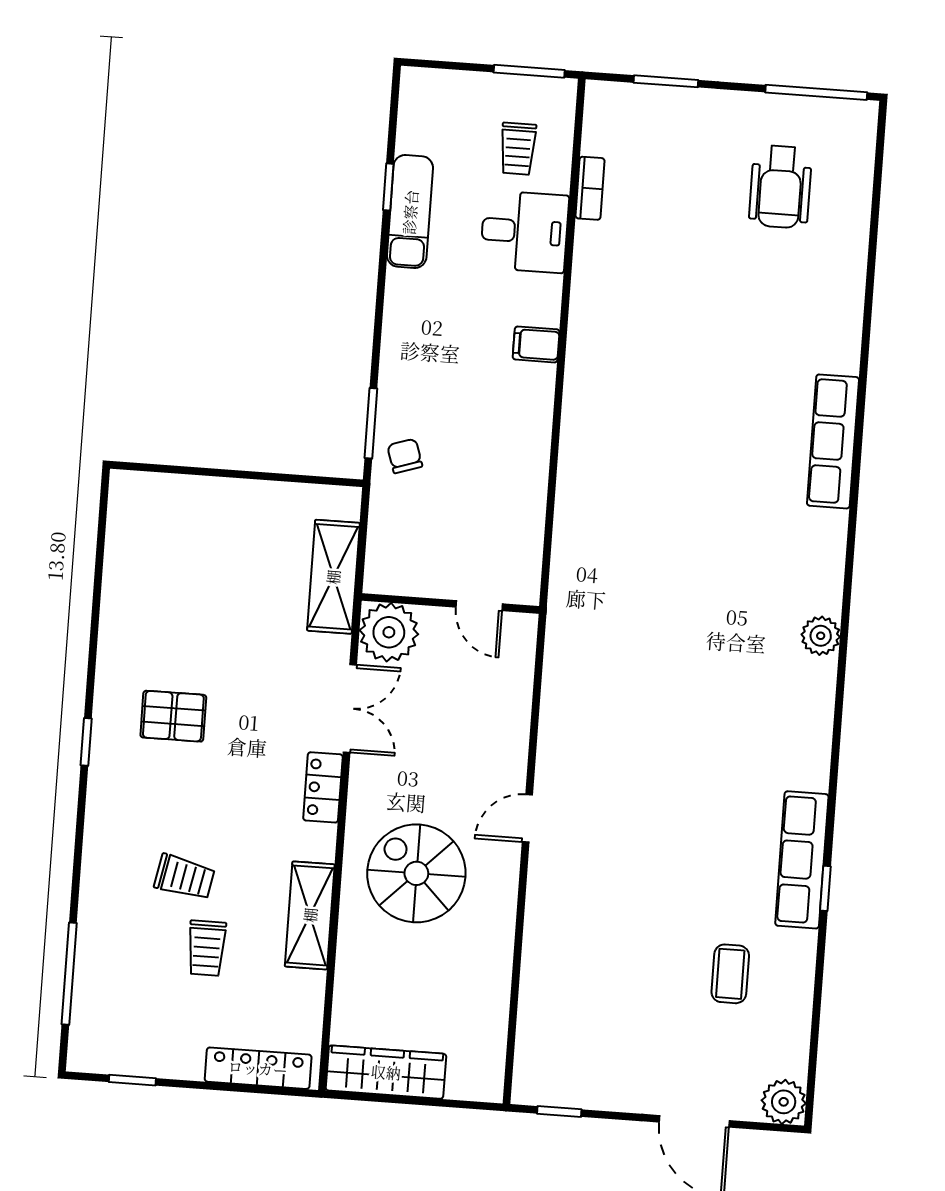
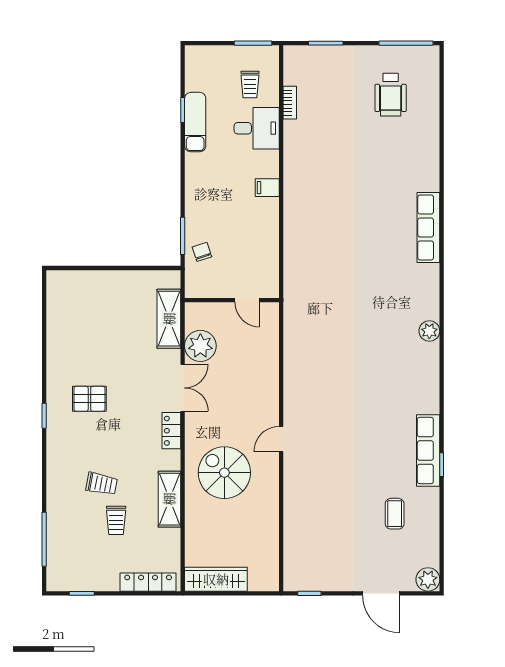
wall: (450, 603) -> (232, 300), moved
door: (479, 606) -> (247, 300), moved

